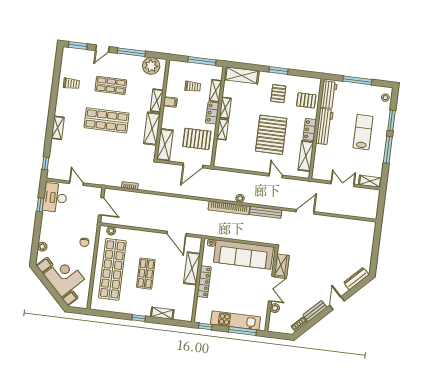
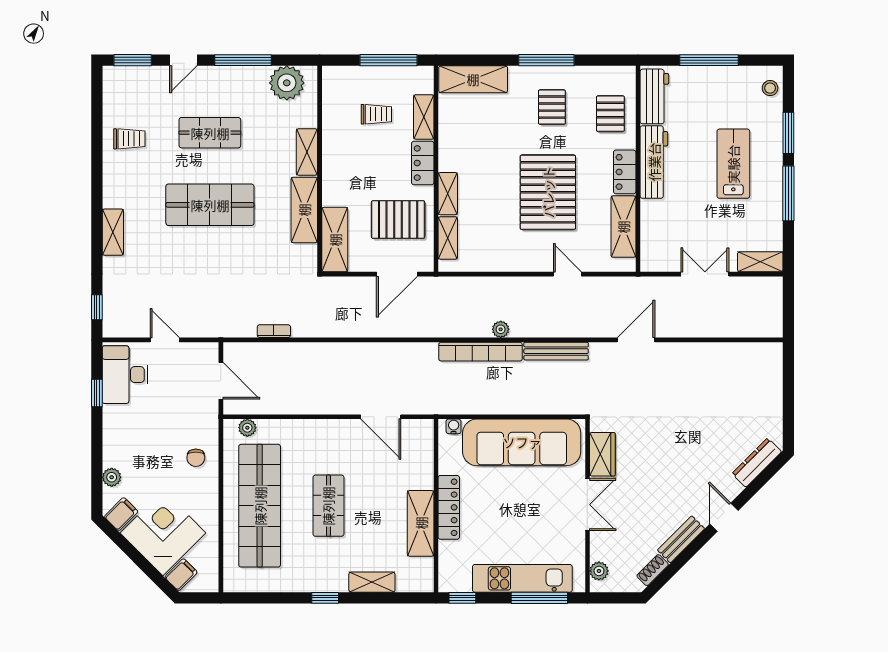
window: (278, 70) -> (546, 60), width x1.44
pallet: (306, 100) -> (610, 114), turned 90
filing cabinet: (170, 102) -> (335, 151), removed
shelving: (225, 108) -> (448, 238), moved
shelving: (192, 268) -> (421, 523), moved
plant: (275, 308) -> (599, 571), moved

